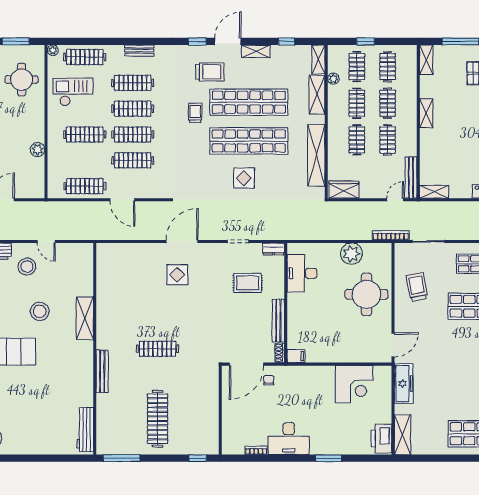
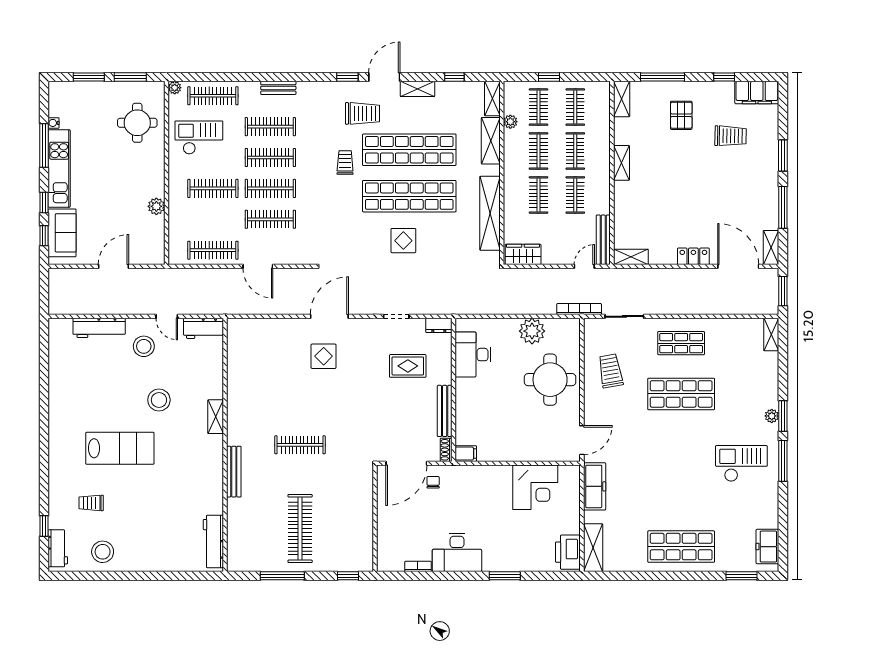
workbench: (77, 251) -> (203, 328), added
shelving: (85, 318) -> (216, 417), width x0.67, depth x0.75
window: (122, 458) -> (282, 576), moved

